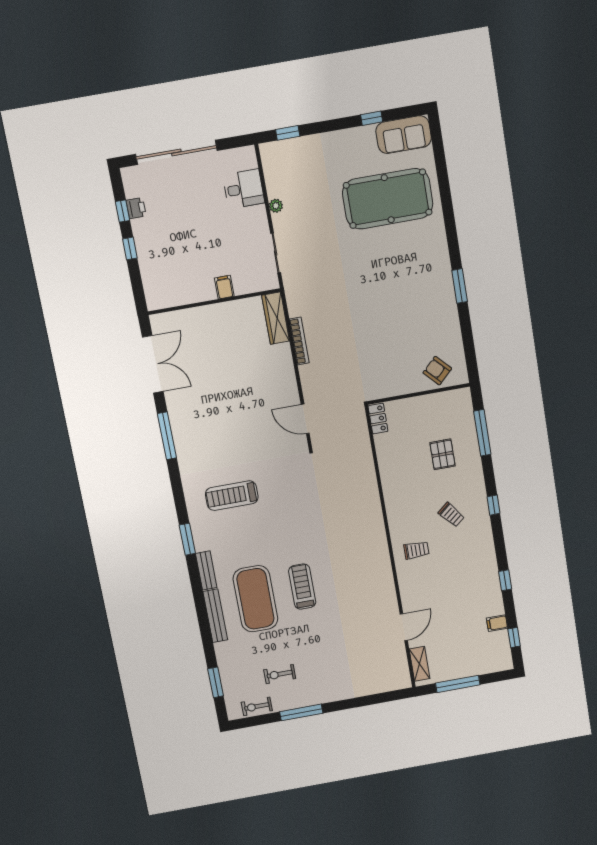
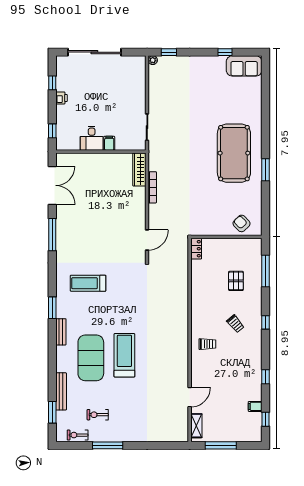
desk: (244, 189) -> (92, 138), moved, turned 90
pool table: (388, 199) -> (234, 153), moved, turned 90
plant: (276, 206) -> (153, 60), moved
printer: (136, 208) -> (61, 98), moved
window: (130, 248) -> (52, 131), moved
door: (305, 419) -> (147, 240), swing flipped
treadmill: (302, 587) -> (124, 355), width x1.37, depth x1.38
bench: (215, 616) -> (61, 391), moved

